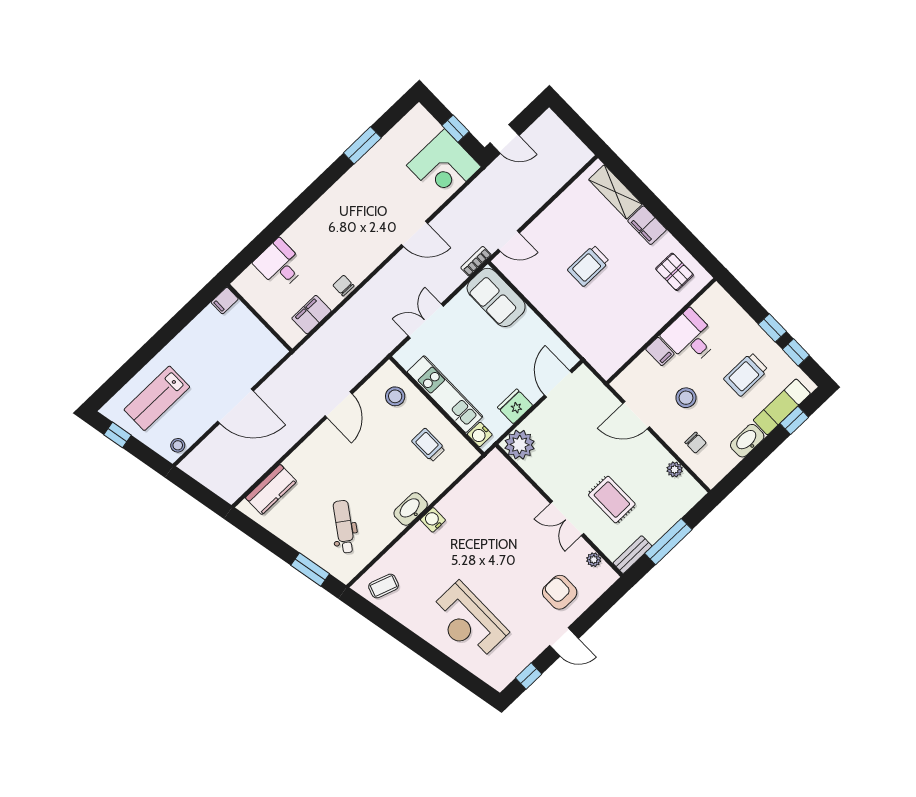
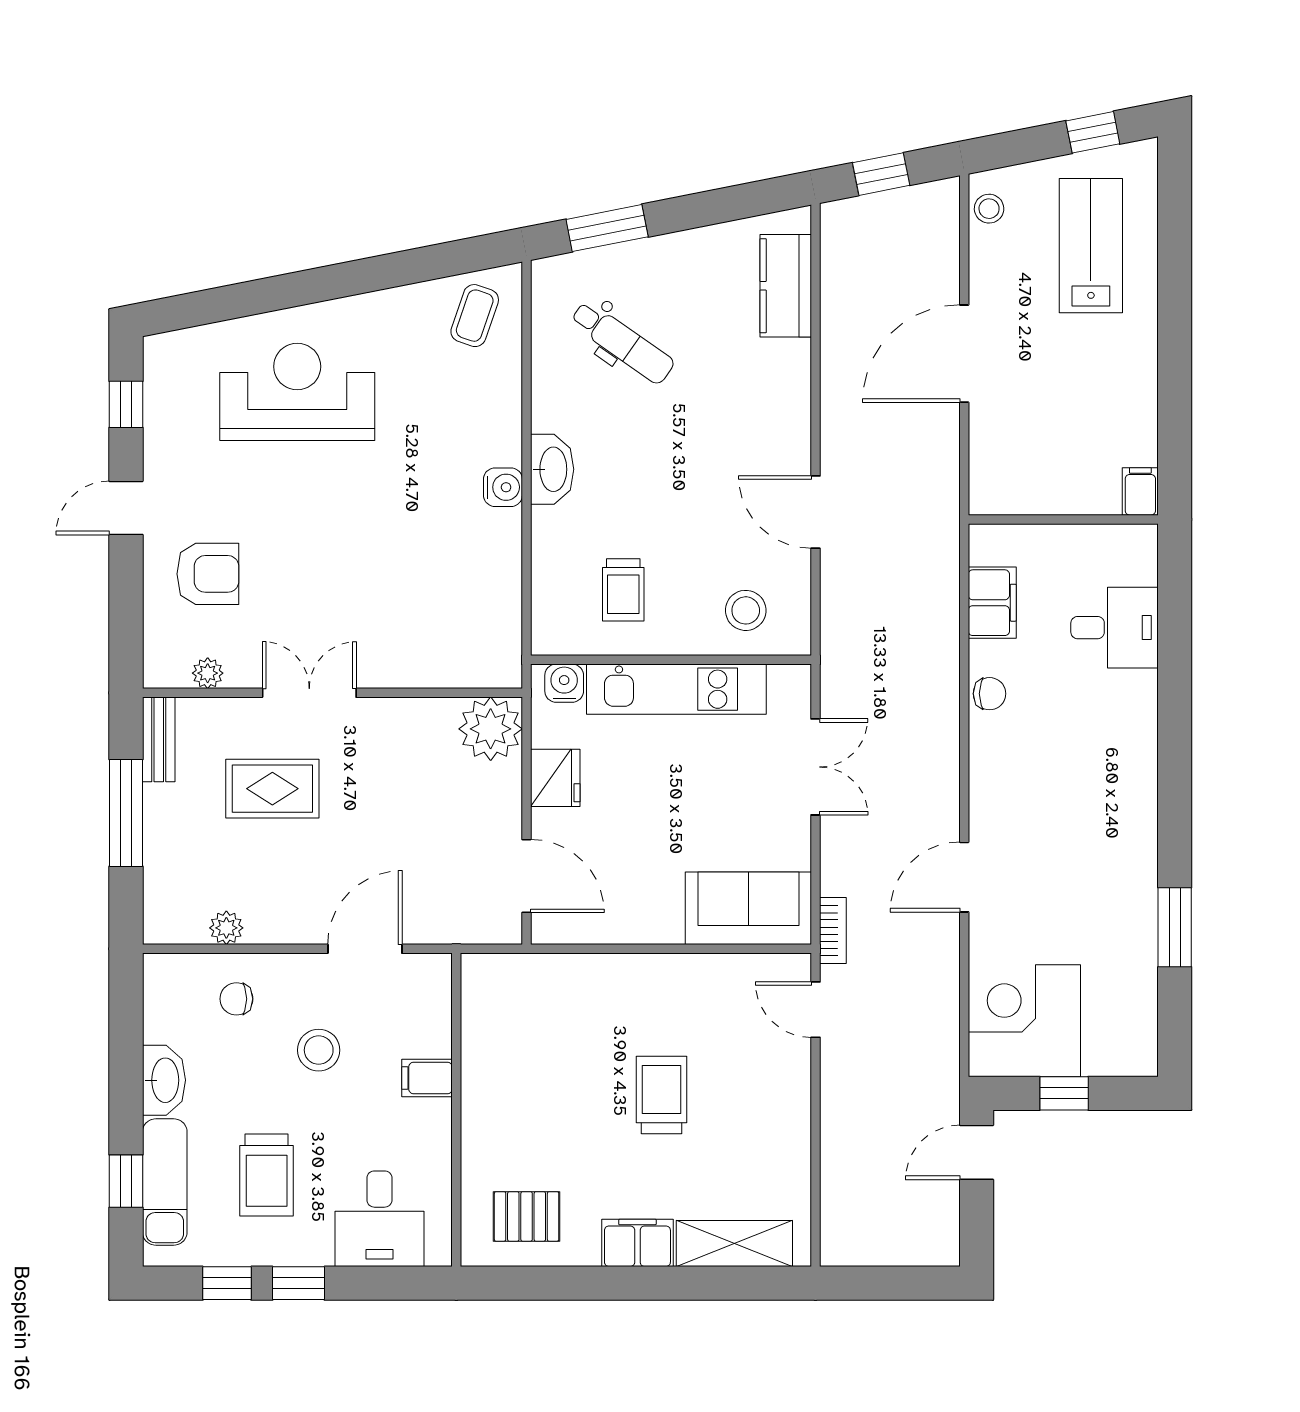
door: (509, 241) -> (816, 1010), hinge flipped
desk: (690, 337) -> (379, 1219), moved, turned 90
trolley: (746, 374) -> (267, 1175), turned 180
trolley: (428, 445) -> (623, 590), turned 90
window: (201, 494) -> (881, 174), added

